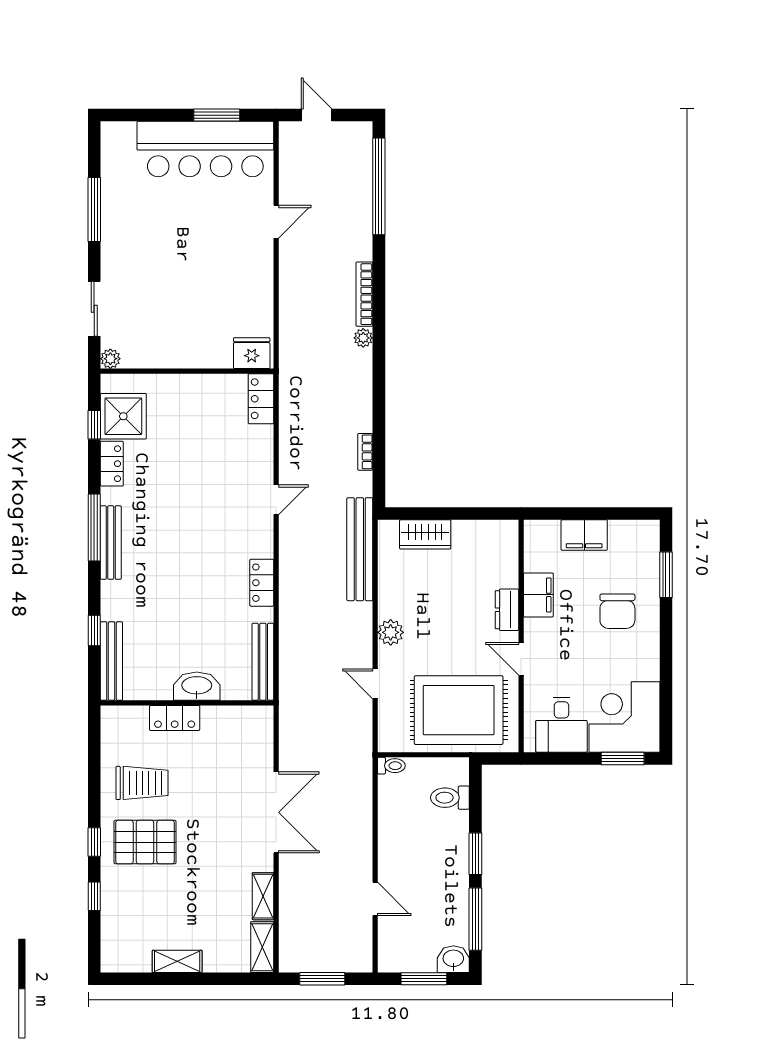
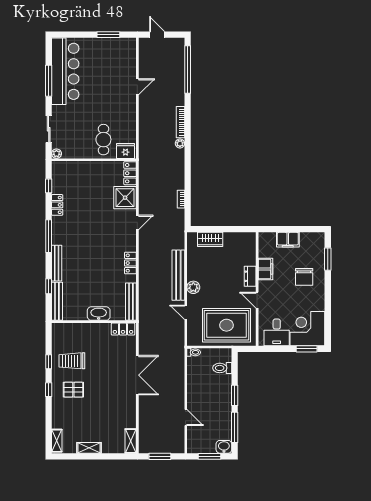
bar counter: (205, 149) -> (65, 71), moved, turned -90
cafe table: (207, 330) -> (103, 140), added
shower: (123, 416) -> (125, 198), moved
bench: (111, 543) -> (57, 263), moved
bench: (360, 549) -> (178, 275), moved
locker: (175, 718) -> (123, 329), moved
trolley: (142, 783) -> (72, 361), turned 180
pallet: (145, 842) -> (73, 390), width x0.67, depth x0.71
window: (94, 896) -> (49, 362), moved
shelving: (263, 896) -> (57, 441), moved

